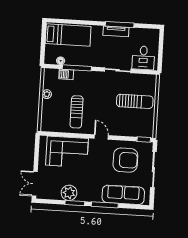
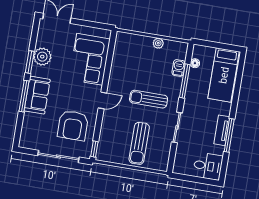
desk: (143, 58) -> (208, 166), moved, turned 180
sun lounger: (77, 112) -> (149, 99), moved
sofa: (123, 195) -> (37, 95), moved, width x0.73

